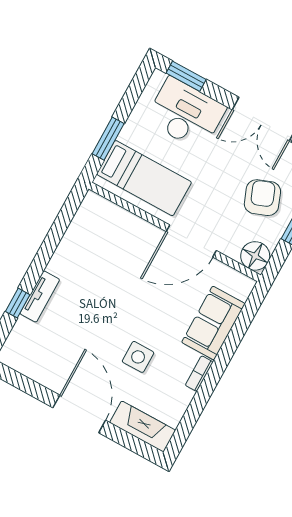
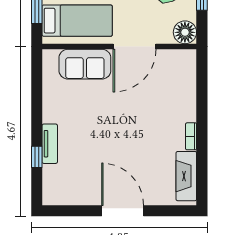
sofa: (213, 323) -> (85, 64), moved, turned -90
side table: (138, 357) -> (142, 148), removed
fireplace: (143, 426) -> (186, 176), moved, turned -90

